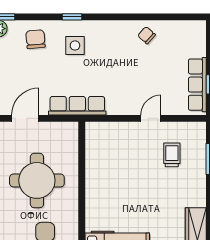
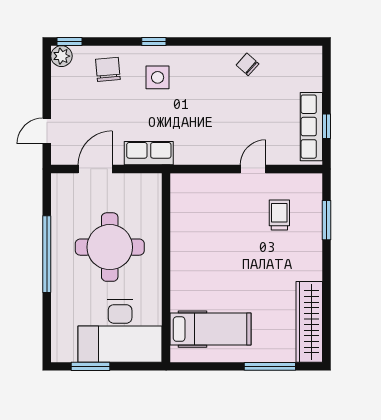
row of seats: (77, 106) -> (149, 153), width x0.68

